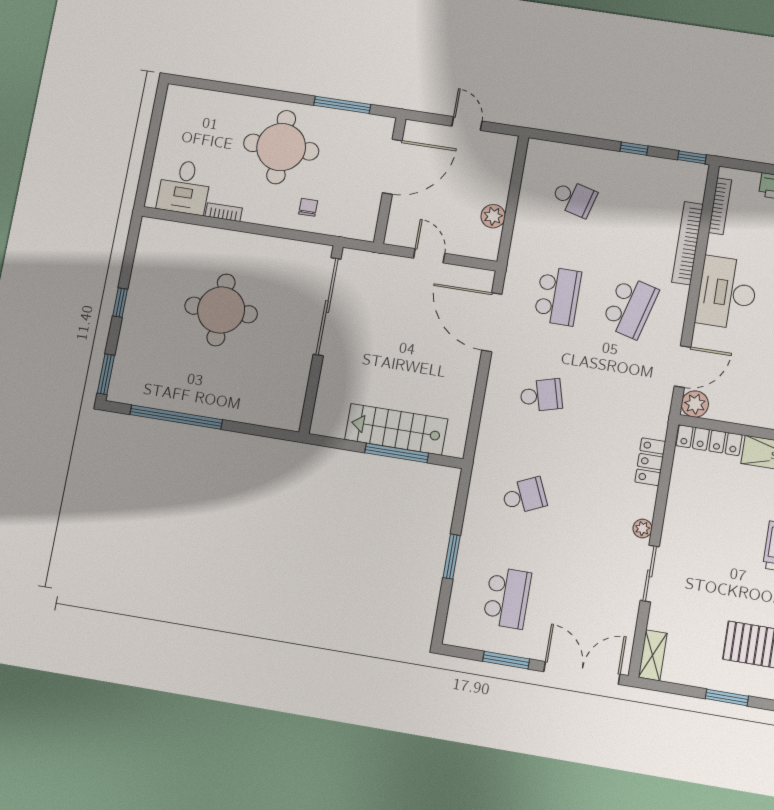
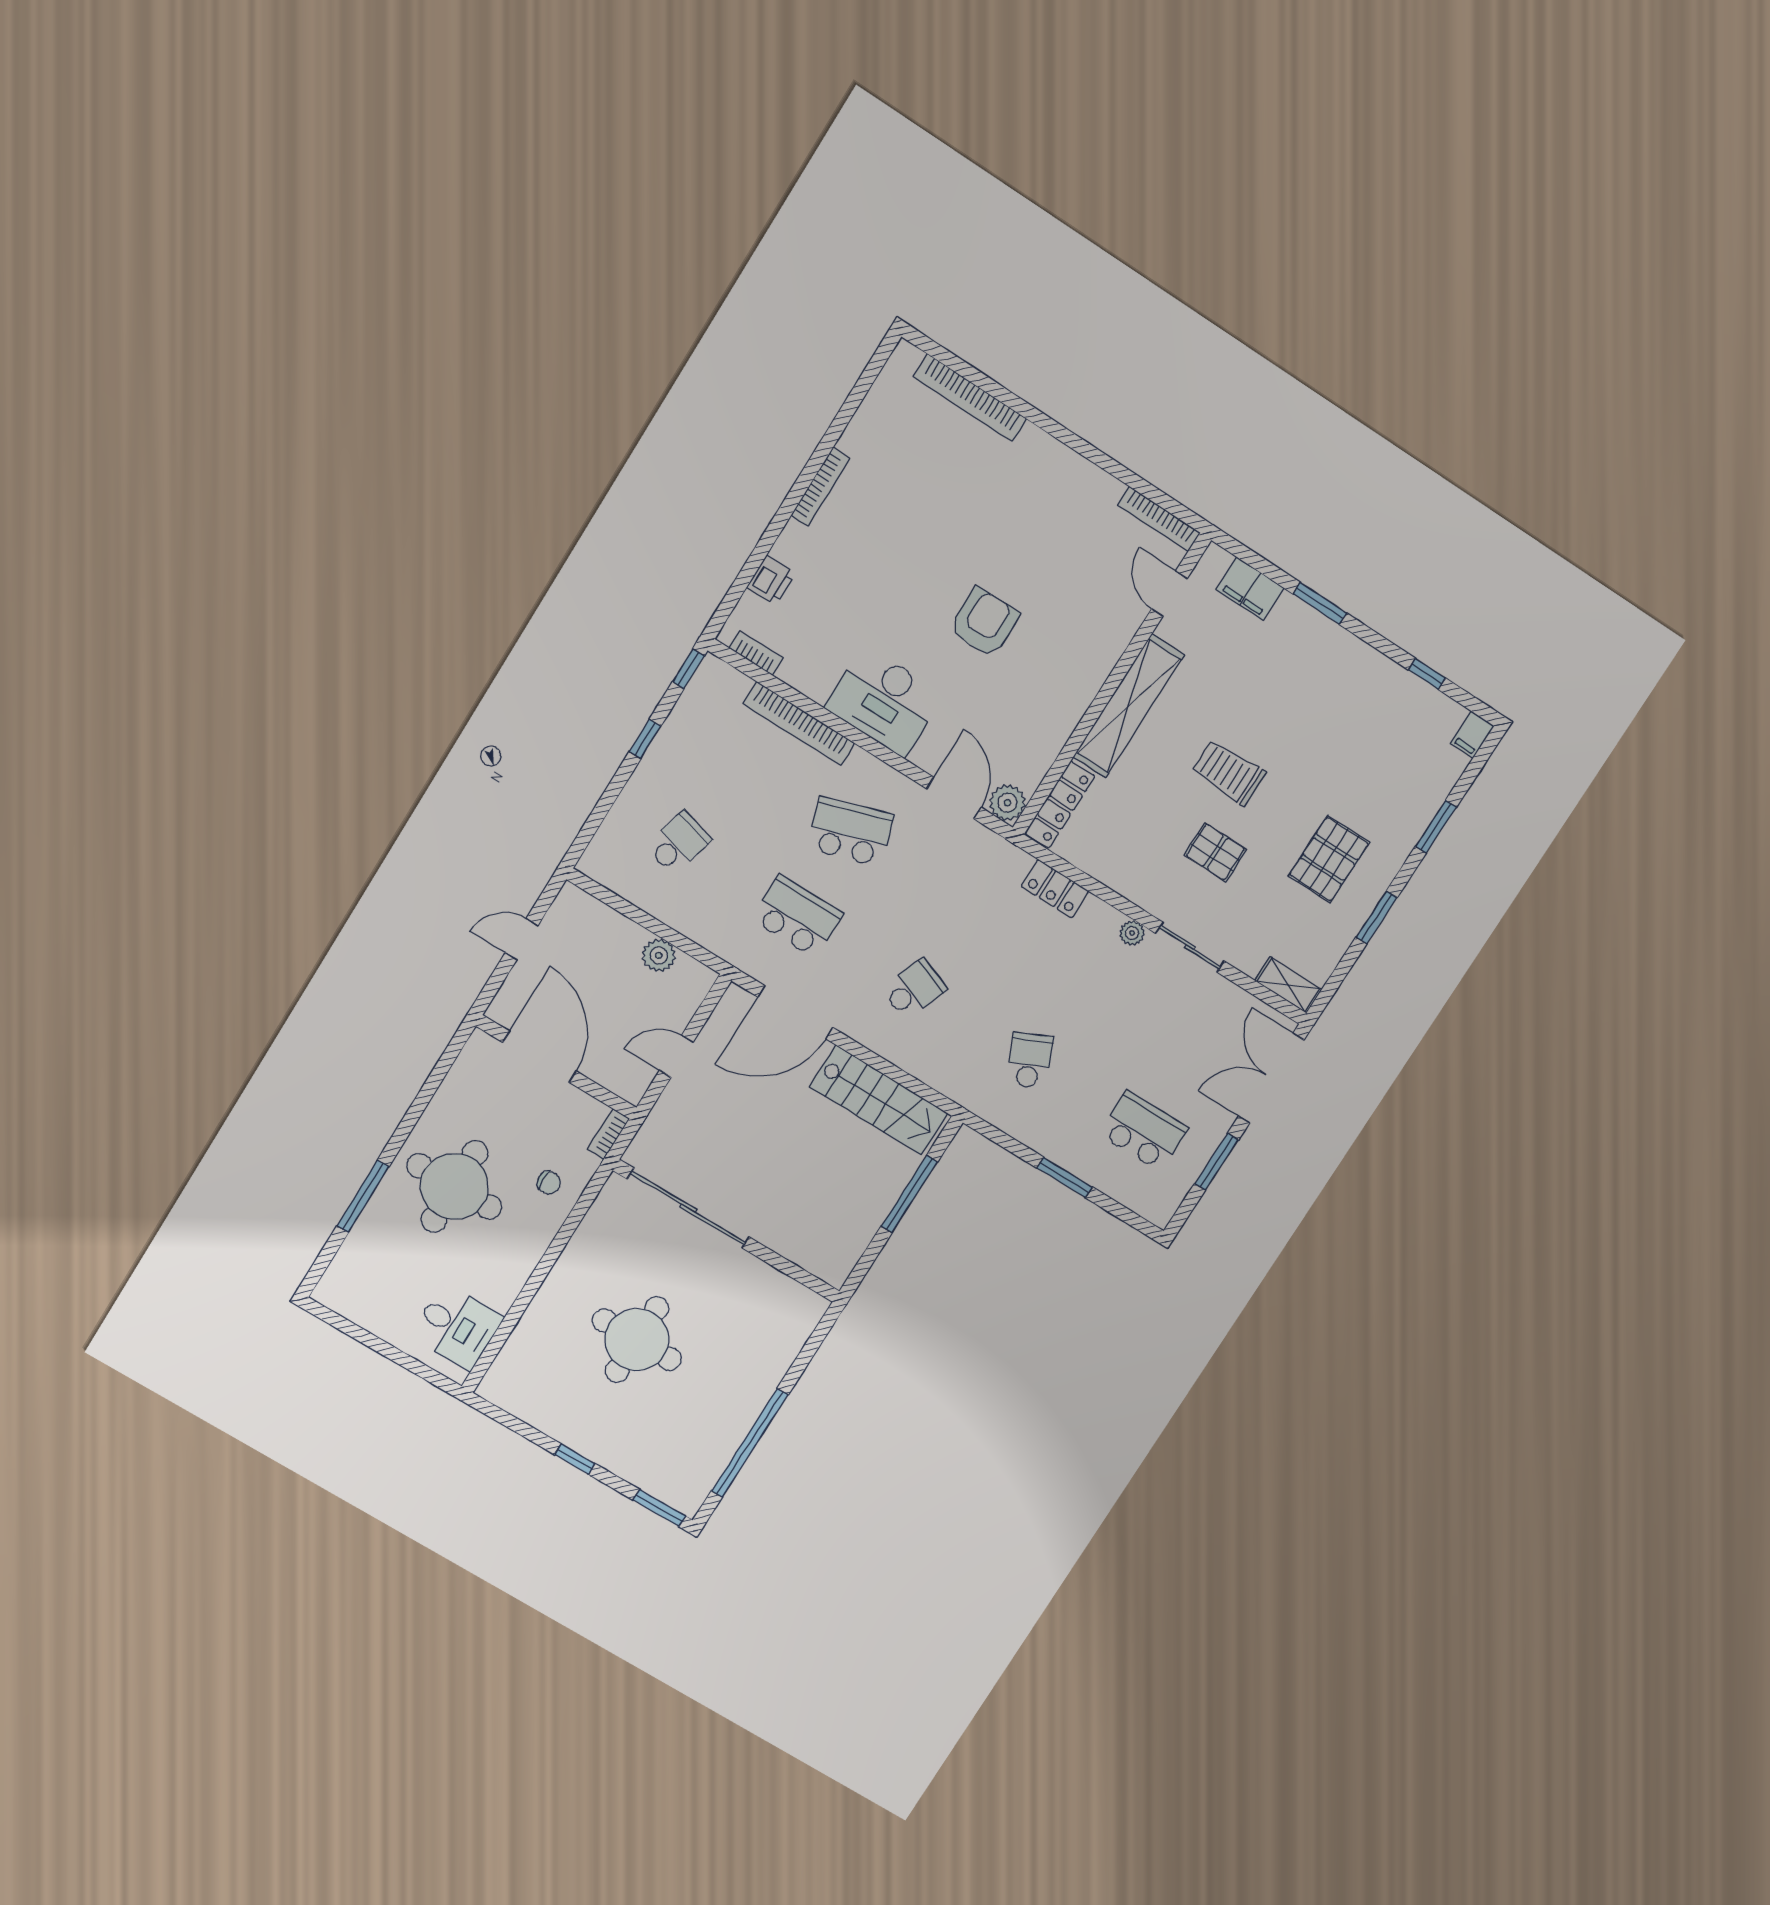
window: (342, 105) -> (363, 1196), moved
bookcase: (720, 206) -> (756, 653), width x0.64
chair: (308, 207) -> (549, 1183), turned 180
bookcase: (224, 212) -> (609, 1134), moved
school desk: (630, 307) -> (850, 832), turned -33
school desk: (541, 395) -> (914, 989), turned 36
stairs: (396, 429) -> (879, 1100), moved, turned -90
pallet: (723, 562) -> (1215, 852), added

